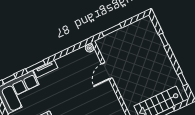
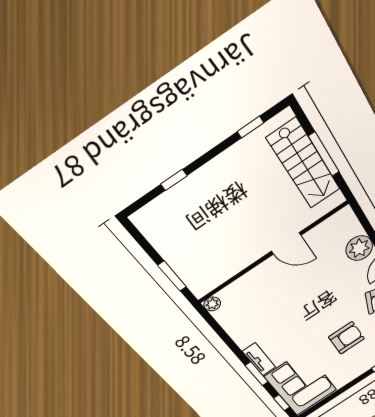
door: (107, 71) -> (286, 243), moved

